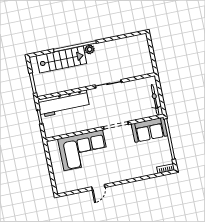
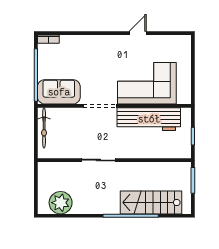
plant: (90, 49) -> (61, 203), moved, width x1.87, depth x1.87
workbench: (64, 104) -> (149, 119), moved, turned 180

